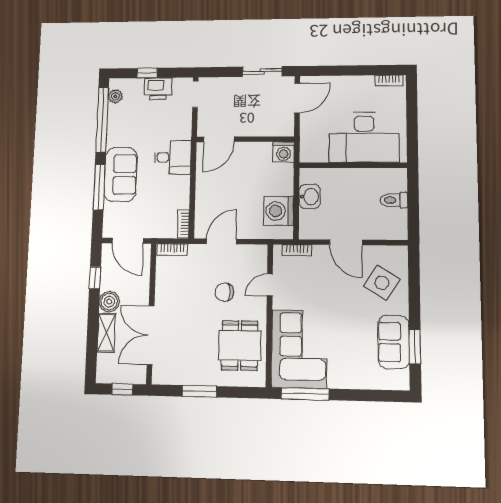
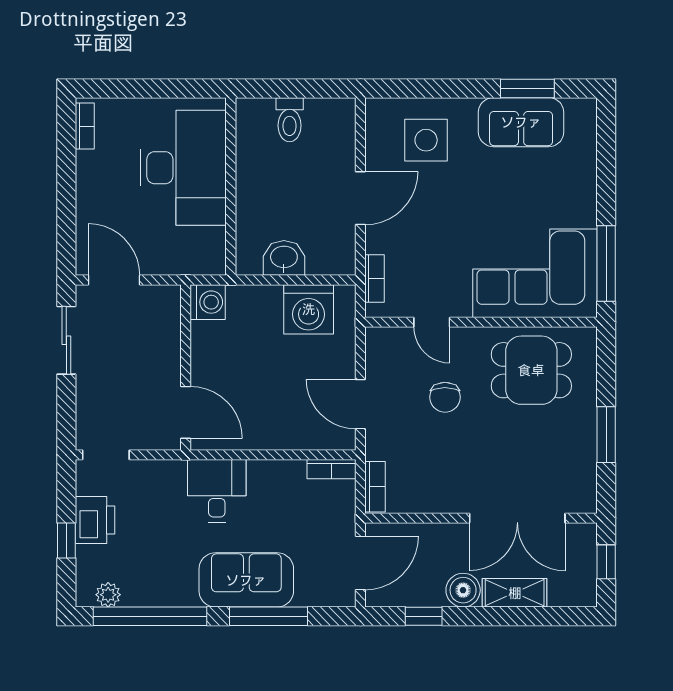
side table: (382, 283) -> (426, 140), turned -32

